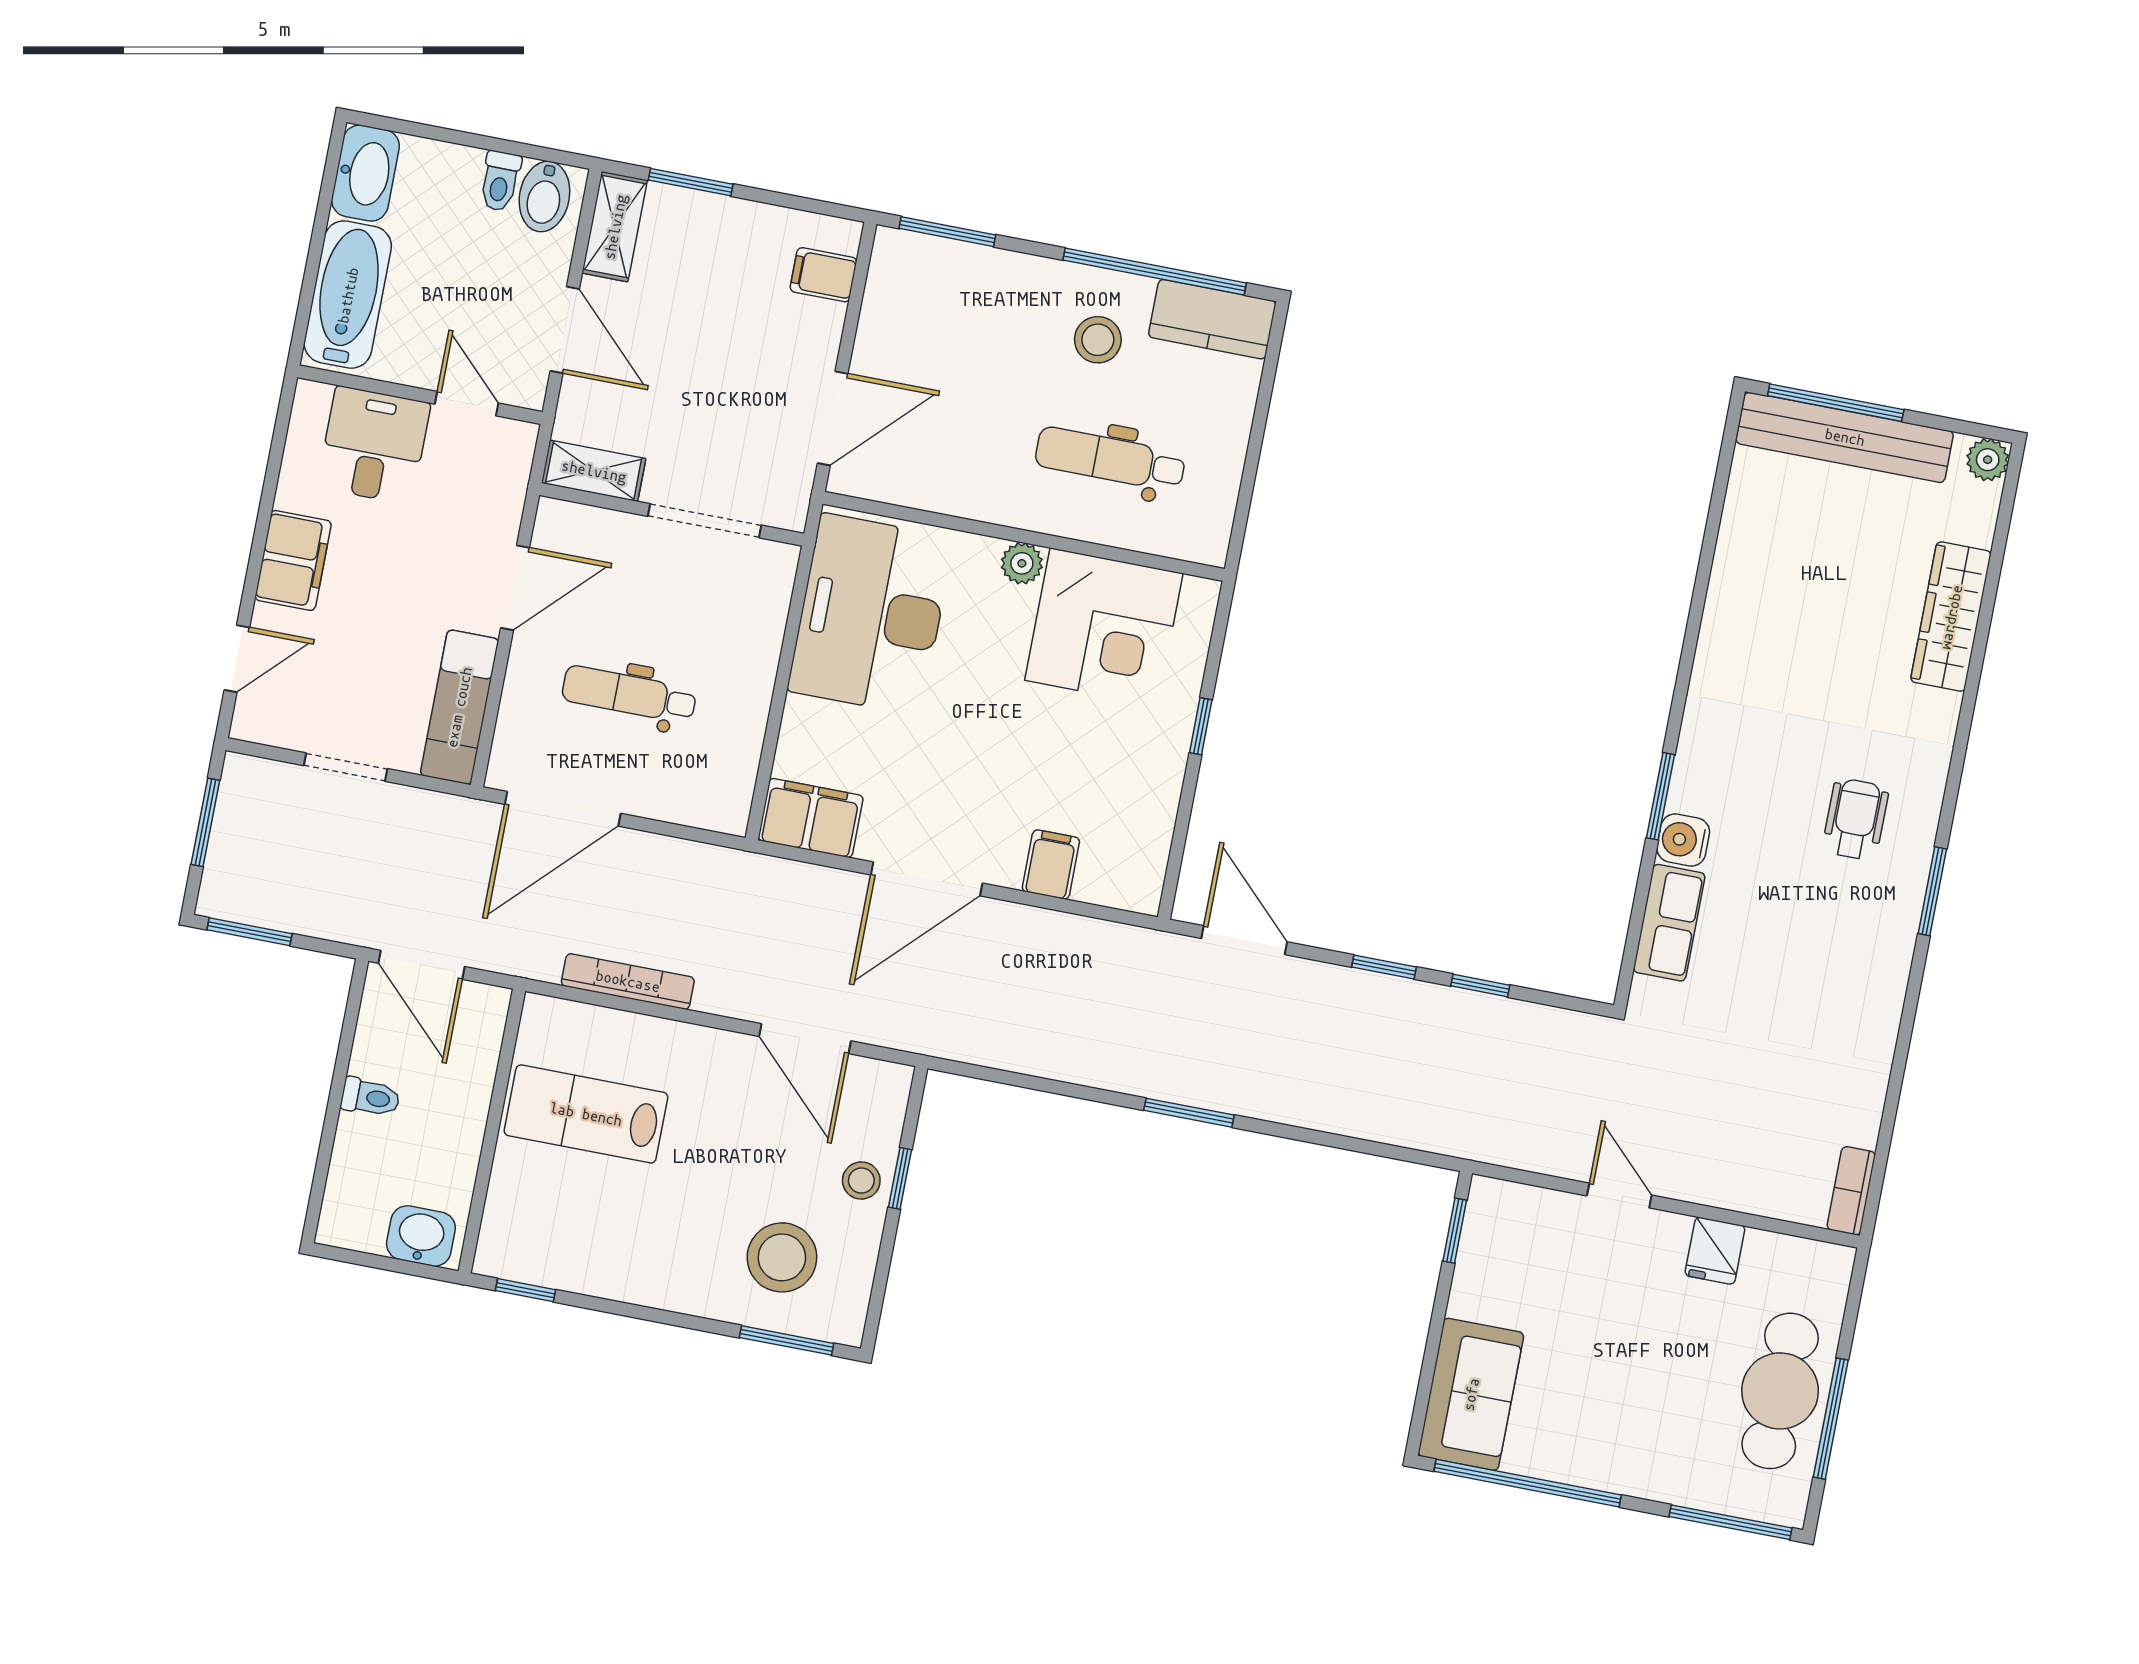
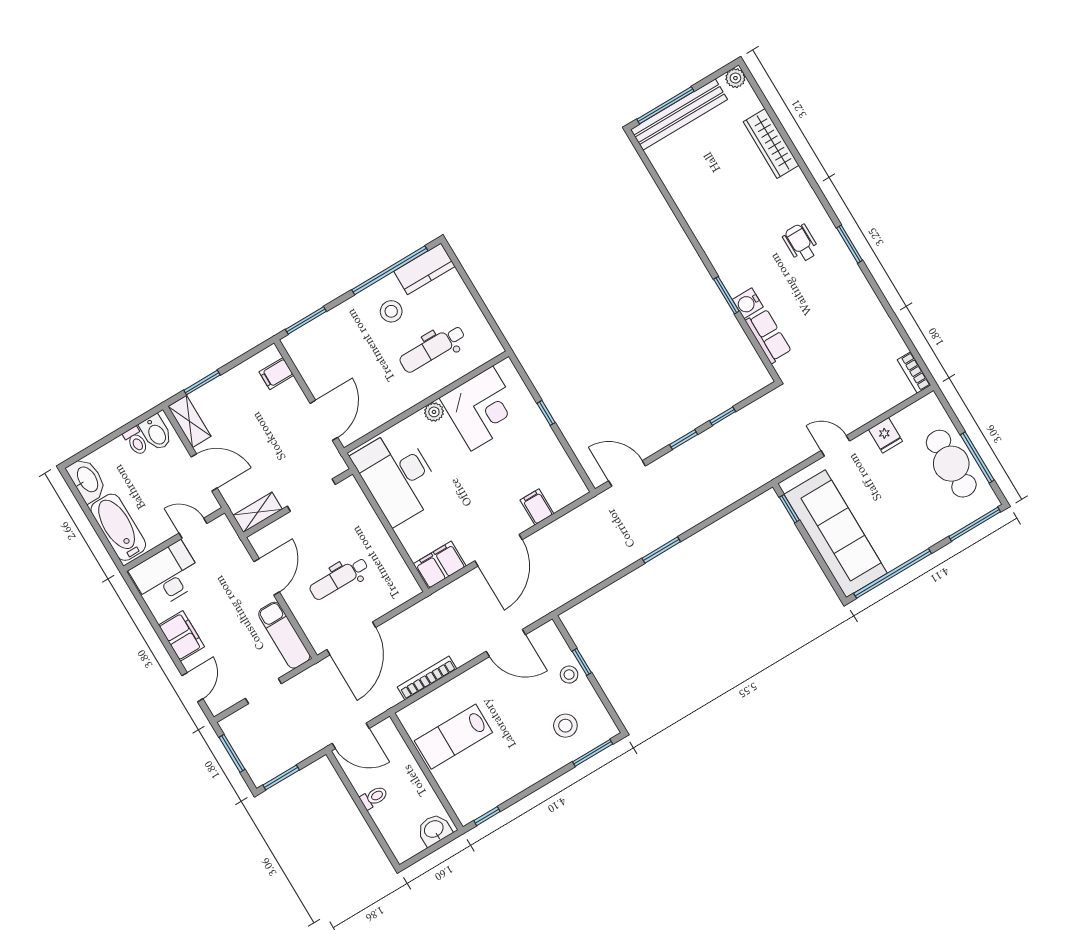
desk: (374, 445) -> (167, 575), width x1.37
stool: (782, 1257) -> (565, 726), width x0.73, depth x0.73
sofa: (1471, 1394) -> (836, 534), width x1.85, depth x1.27

